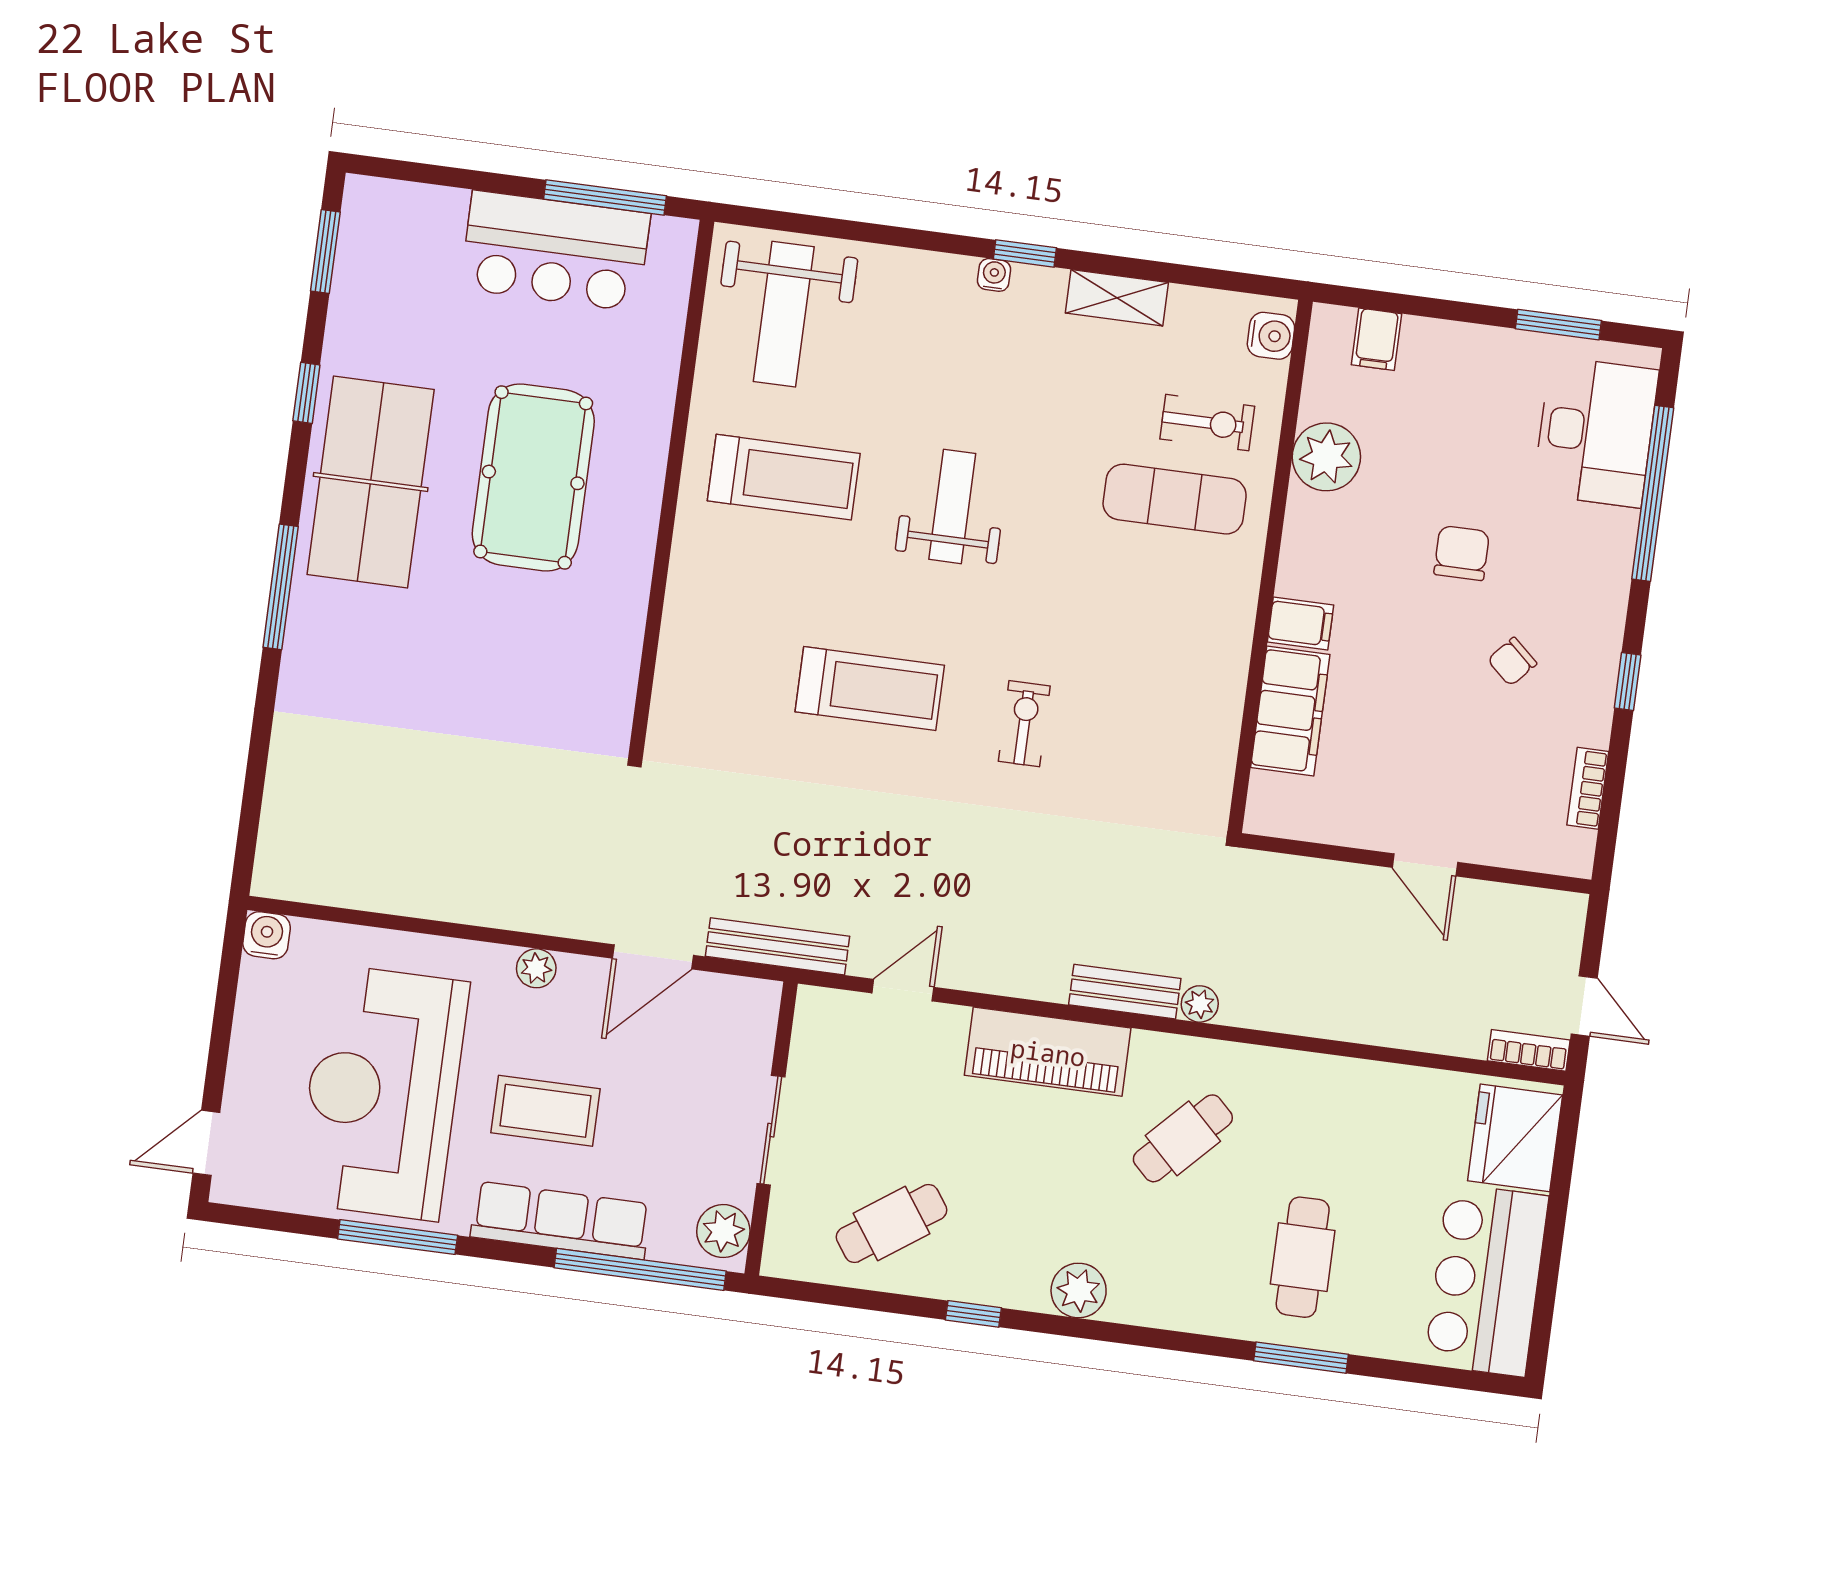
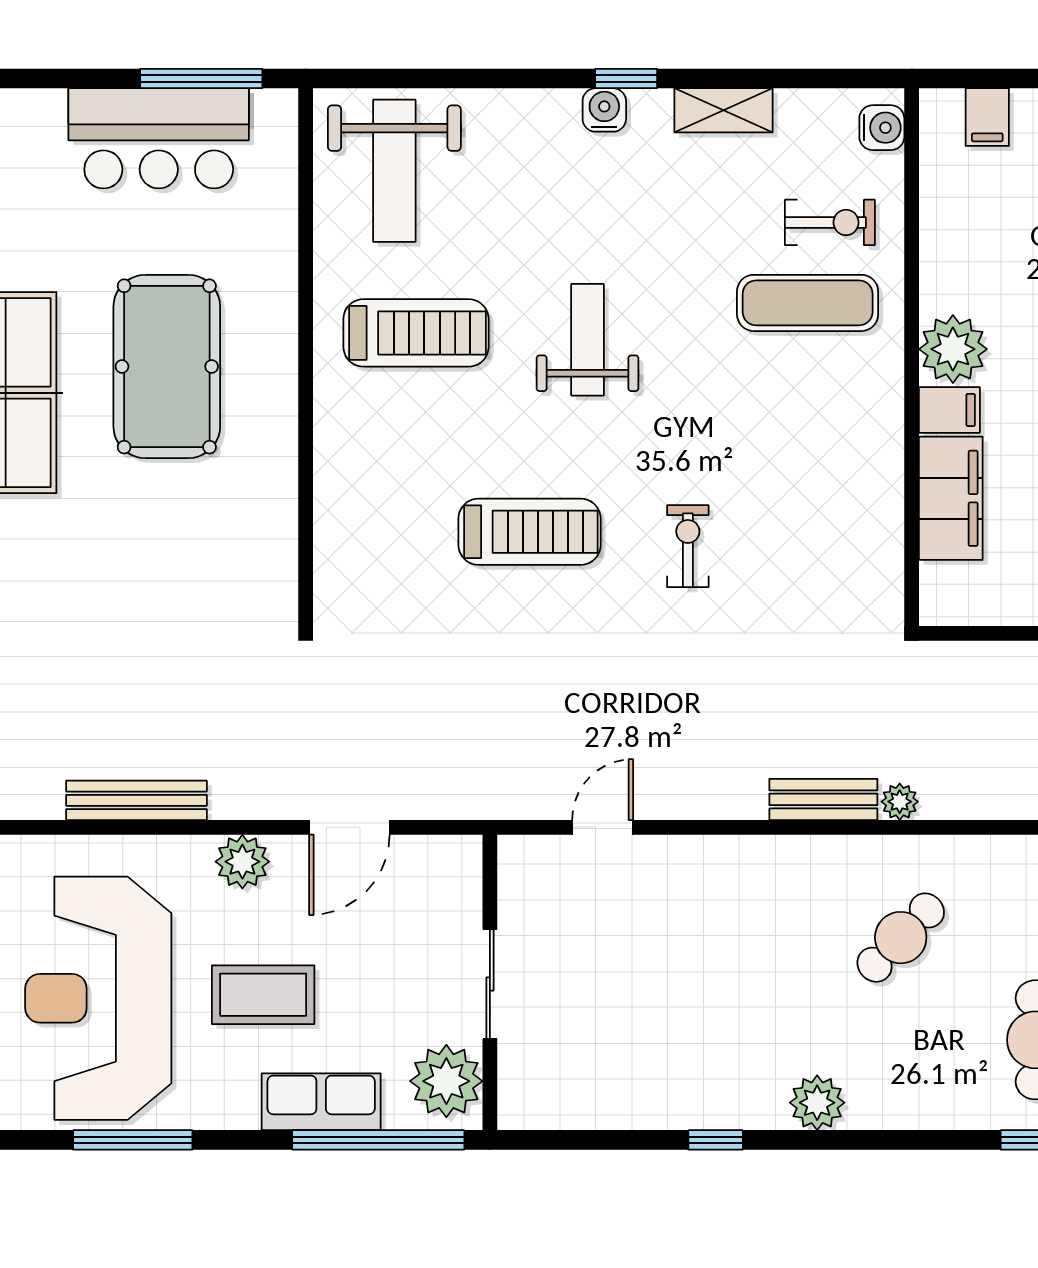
water cooler: (994, 275) -> (604, 110), width x1.38, depth x1.38
plant: (1326, 457) -> (953, 349), moved
bench: (777, 946) -> (136, 800), moved
plant: (536, 968) -> (242, 862), width x1.38, depth x1.38
piano: (1048, 1052) -> (755, 869), removed
row of seats: (561, 1220) -> (321, 1102), width x0.68
cafe table: (891, 1223) -> (622, 1061), removed
plant: (723, 1231) -> (446, 1081), width x1.36, depth x1.36

